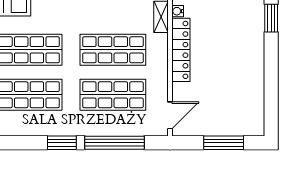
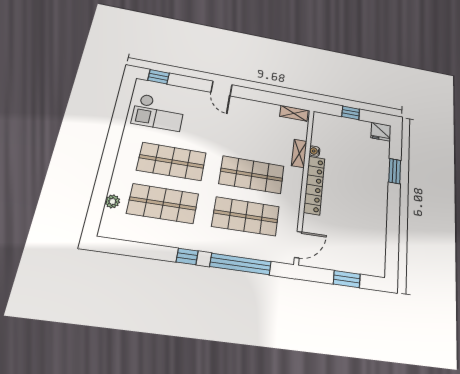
window: (62, 143) -> (187, 257), width x0.67
window: (224, 143) -> (347, 279), width x0.69

